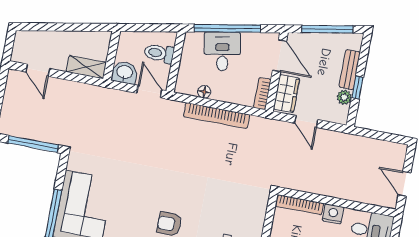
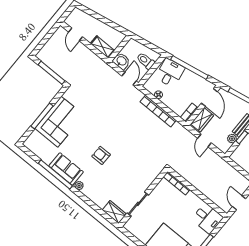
desk: (222, 51) -> (170, 73), moved
nightstand: (333, 214) -> (192, 198), removed

